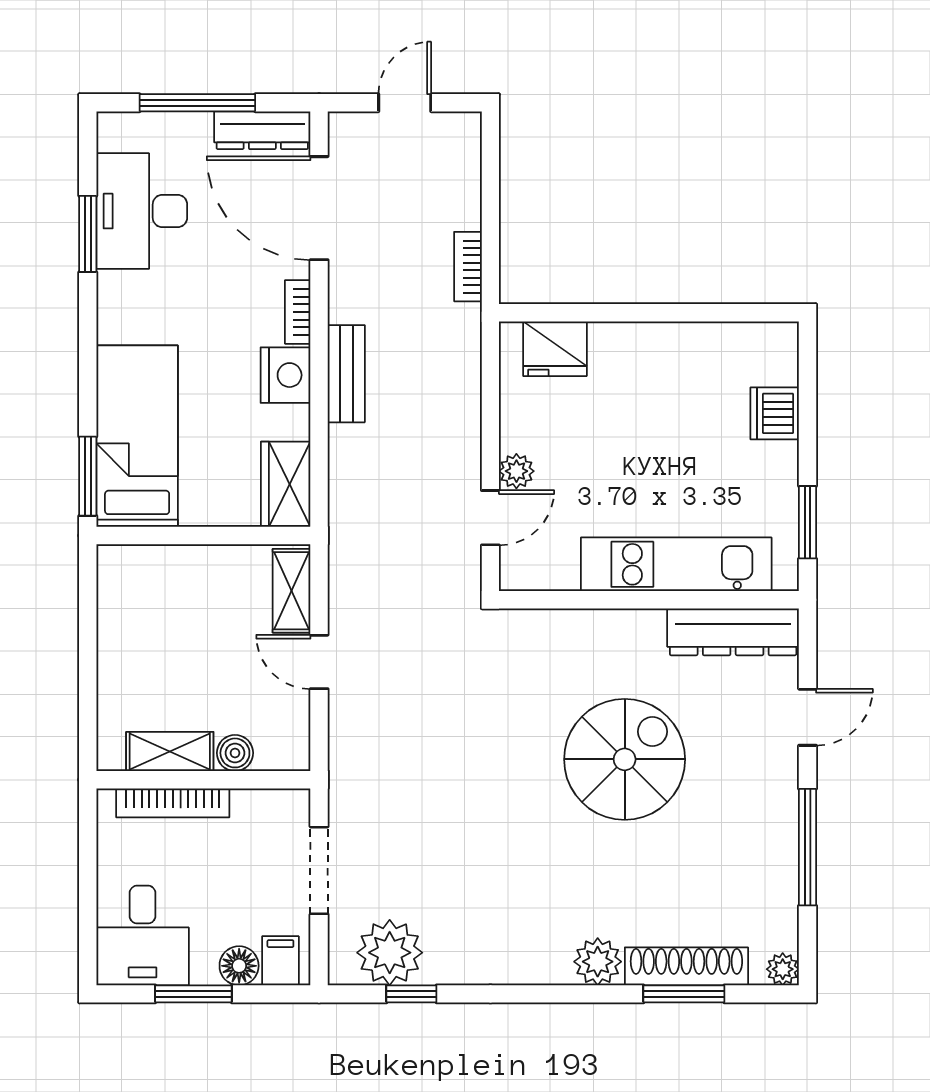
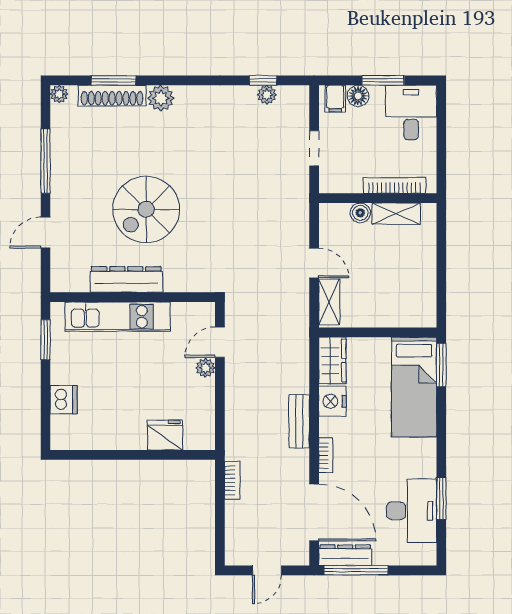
window: (197, 103) -> (356, 570), moved
fridge: (555, 349) -> (165, 435), moved
nightstand: (286, 375) -> (332, 401), moved
dresser: (733, 632) -> (126, 279), moved
doorway: (319, 870) -> (314, 148), width x0.73
plant: (390, 953) -> (267, 95), width x0.53, depth x0.53

